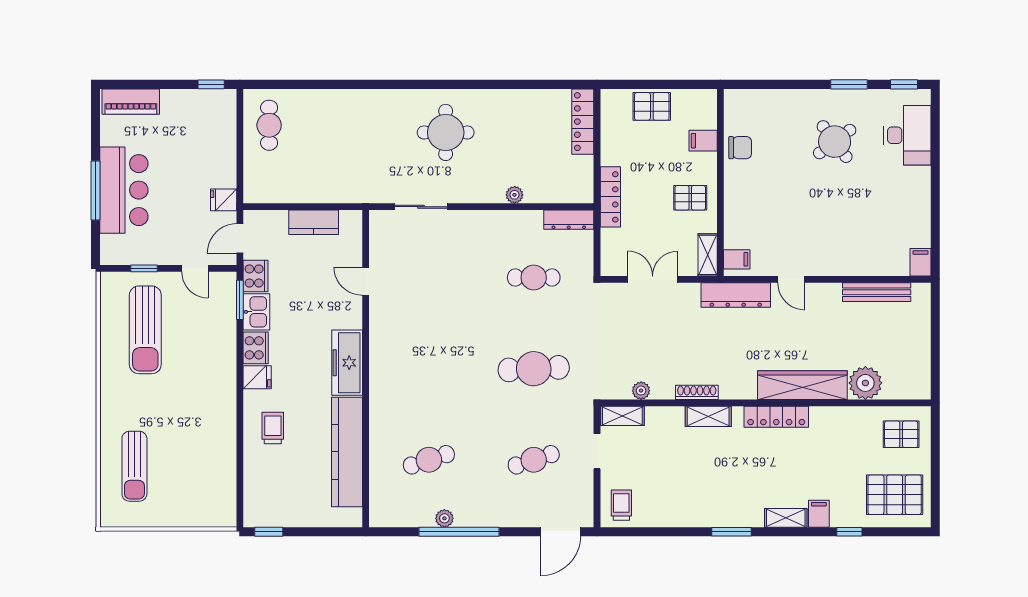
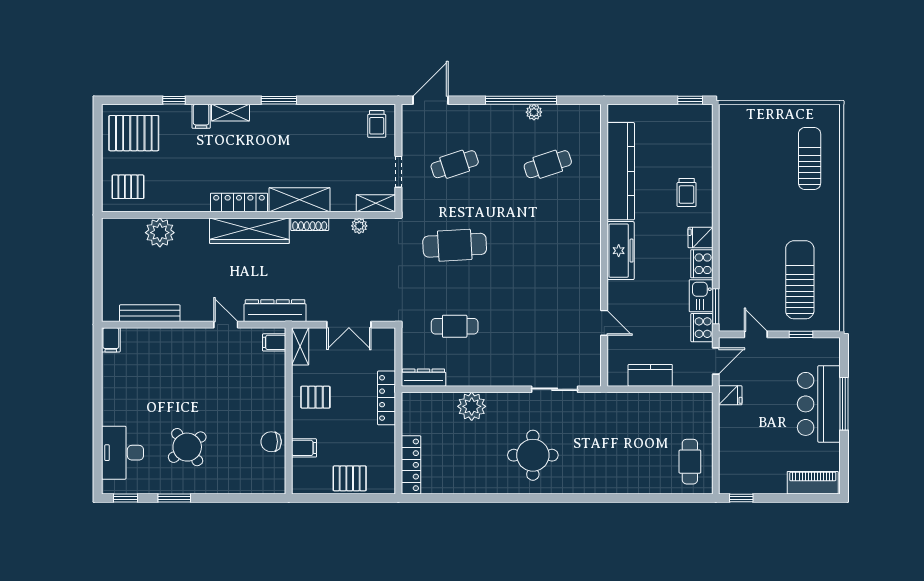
plant: (515, 195) -> (472, 406), width x1.87, depth x1.87
wardrobe: (802, 385) -> (249, 231), moved
shelving: (708, 416) -> (300, 200), width x1.50, depth x1.33

